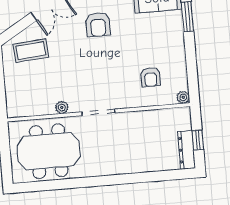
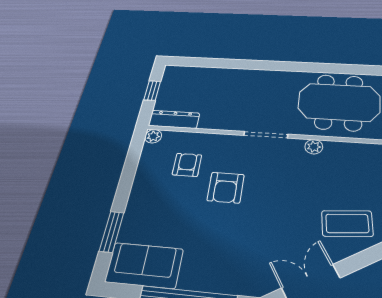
armchair: (98, 24) -> (226, 188), moved, turned 180
dresser: (186, 150) -> (174, 119), moved, turned -90

